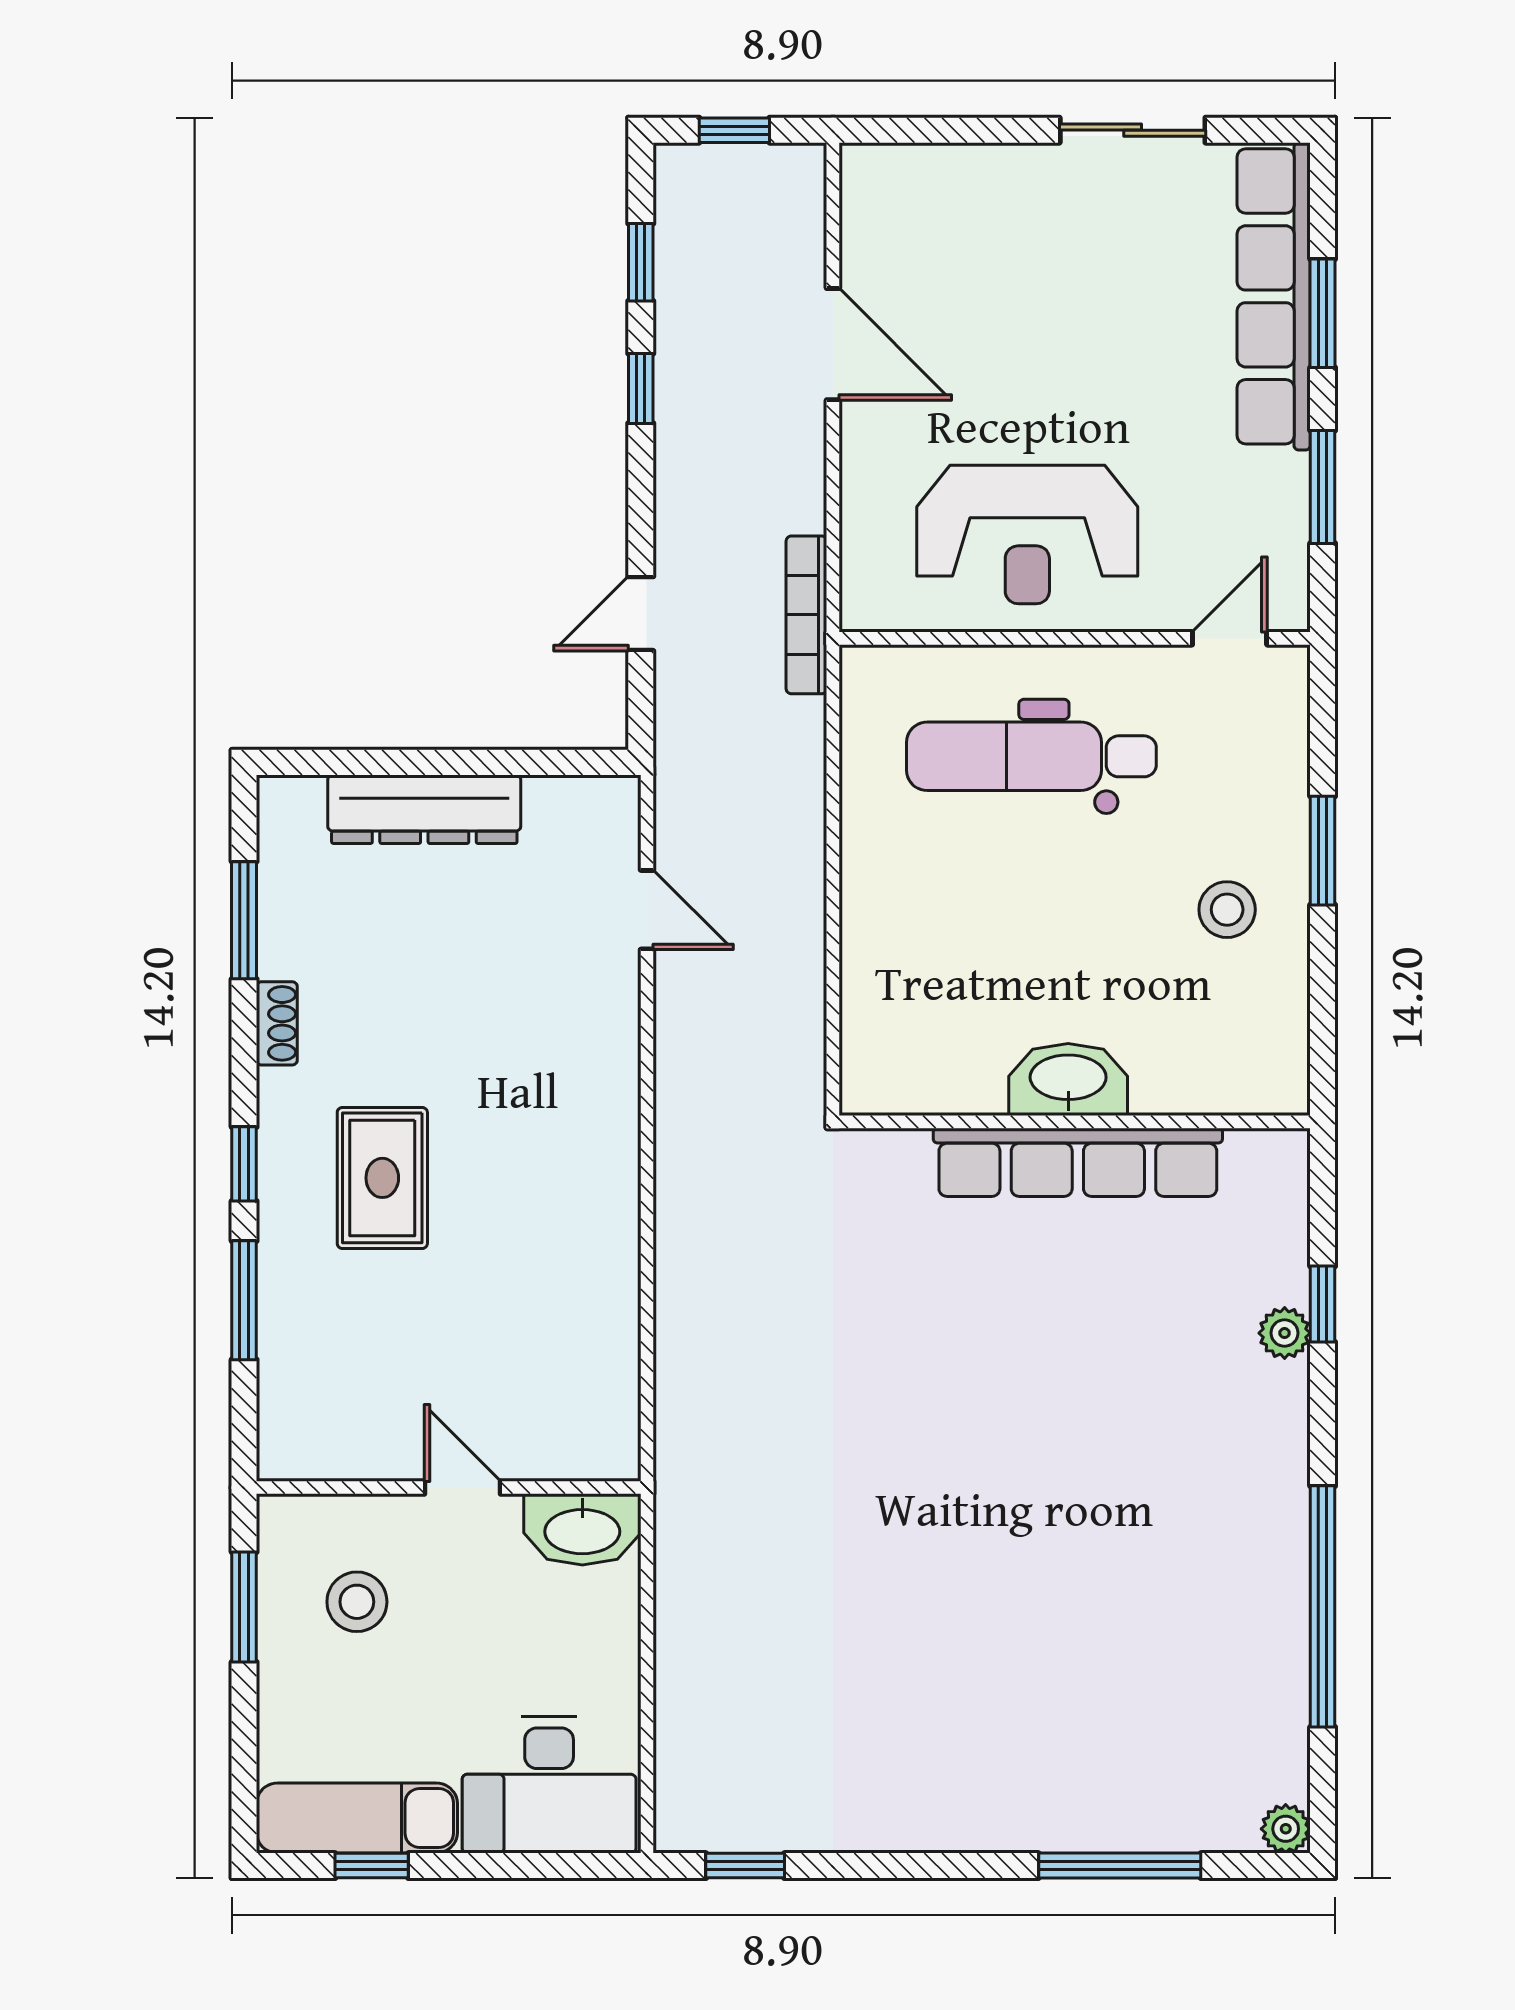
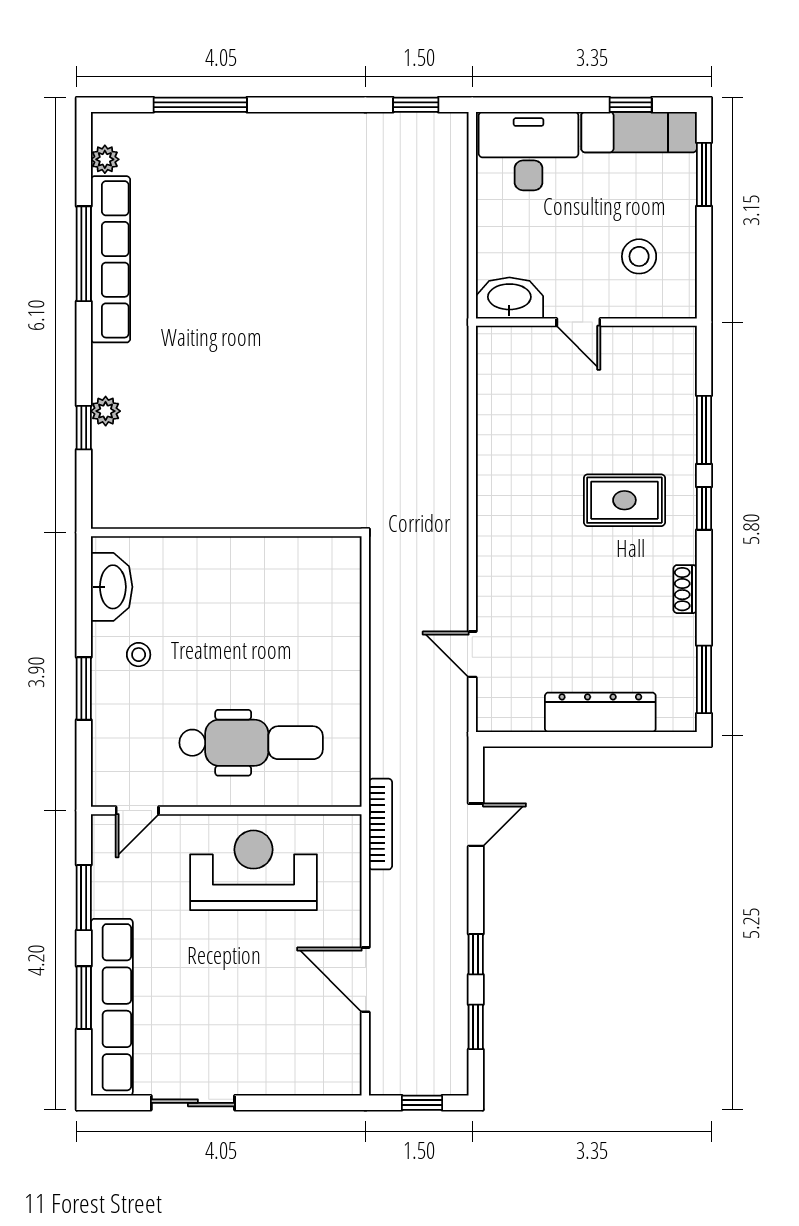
stool: (1227, 910) -> (139, 655), width x0.73, depth x0.73
window: (244, 920) -> (704, 679), moved
washbasin: (1068, 1079) -> (112, 587), moved, turned -90
row of seats: (1078, 1162) -> (111, 259), moved, turned 90
rug: (382, 1178) -> (624, 500), turned 90
window: (1323, 1606) -> (84, 254), width x0.68
window: (244, 1607) -> (704, 174), moved
plant: (1286, 1829) -> (105, 159), moved

